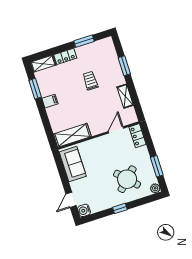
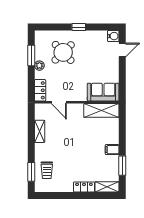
window: (84, 41) -> (62, 196), removed
window: (124, 66) -> (31, 172), moved
trolley: (90, 81) -> (47, 170), moved
door: (116, 130) -> (59, 102), hinge flipped
sofa: (73, 164) -> (103, 92), moved, turned 90
plant: (155, 188) -> (39, 66), moved

